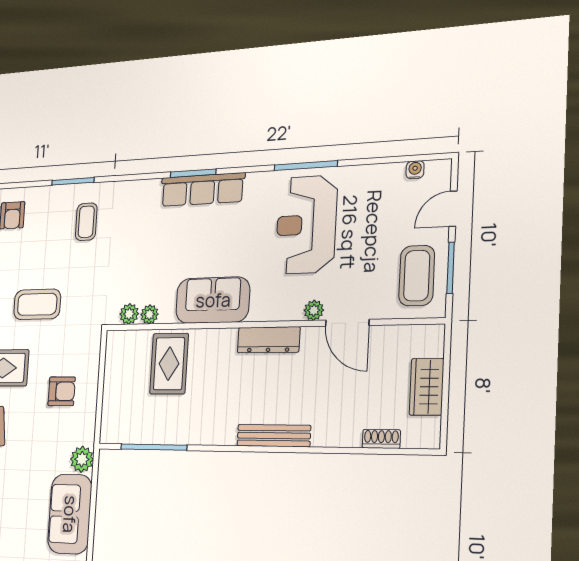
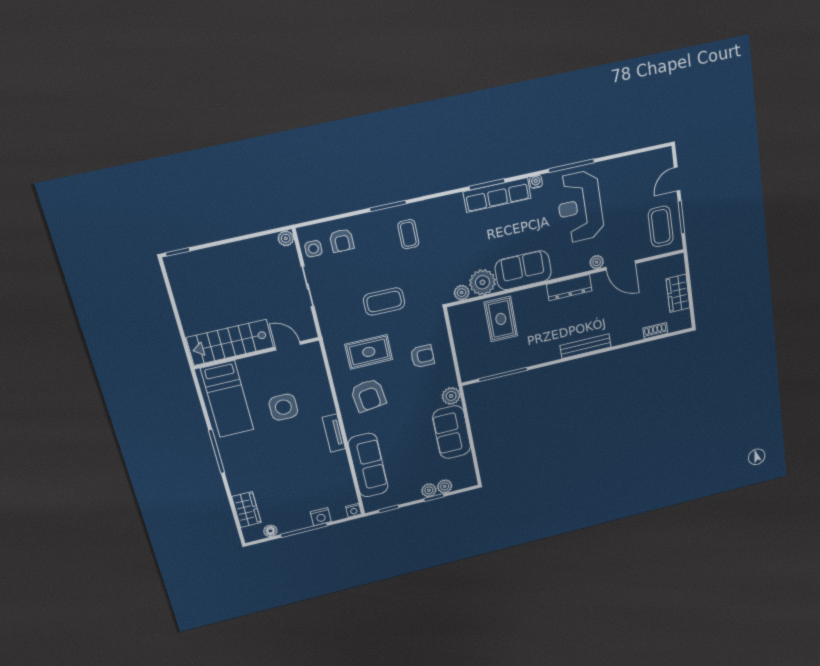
water cooler: (415, 170) -> (536, 182), moved
plant: (149, 314) -> (482, 282), width x1.88, depth x1.88

